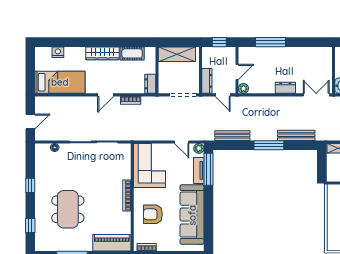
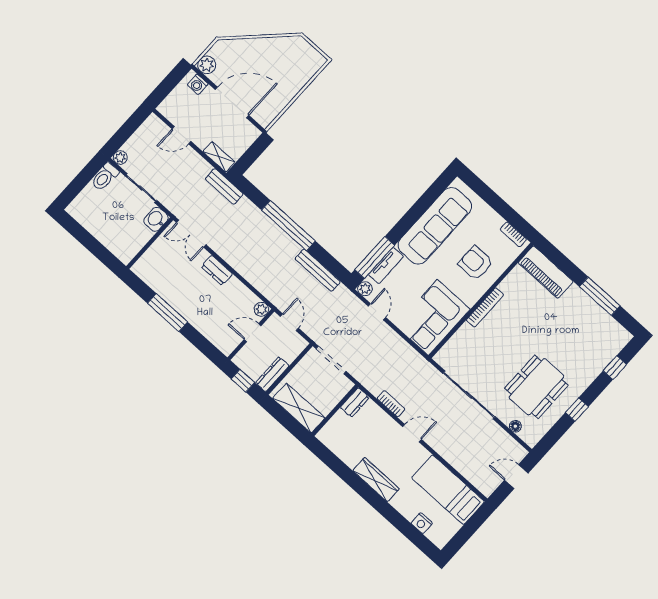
window: (271, 42) -> (168, 313), moved
cot: (132, 53) -> (345, 451), removed
dresser: (207, 81) -> (272, 374), moved
bench: (296, 135) -> (224, 186), moved, width x0.73
window: (269, 145) -> (288, 226), width x1.46
dining table: (68, 209) -> (536, 387), moved
armchair: (153, 214) -> (476, 263), turned 180

